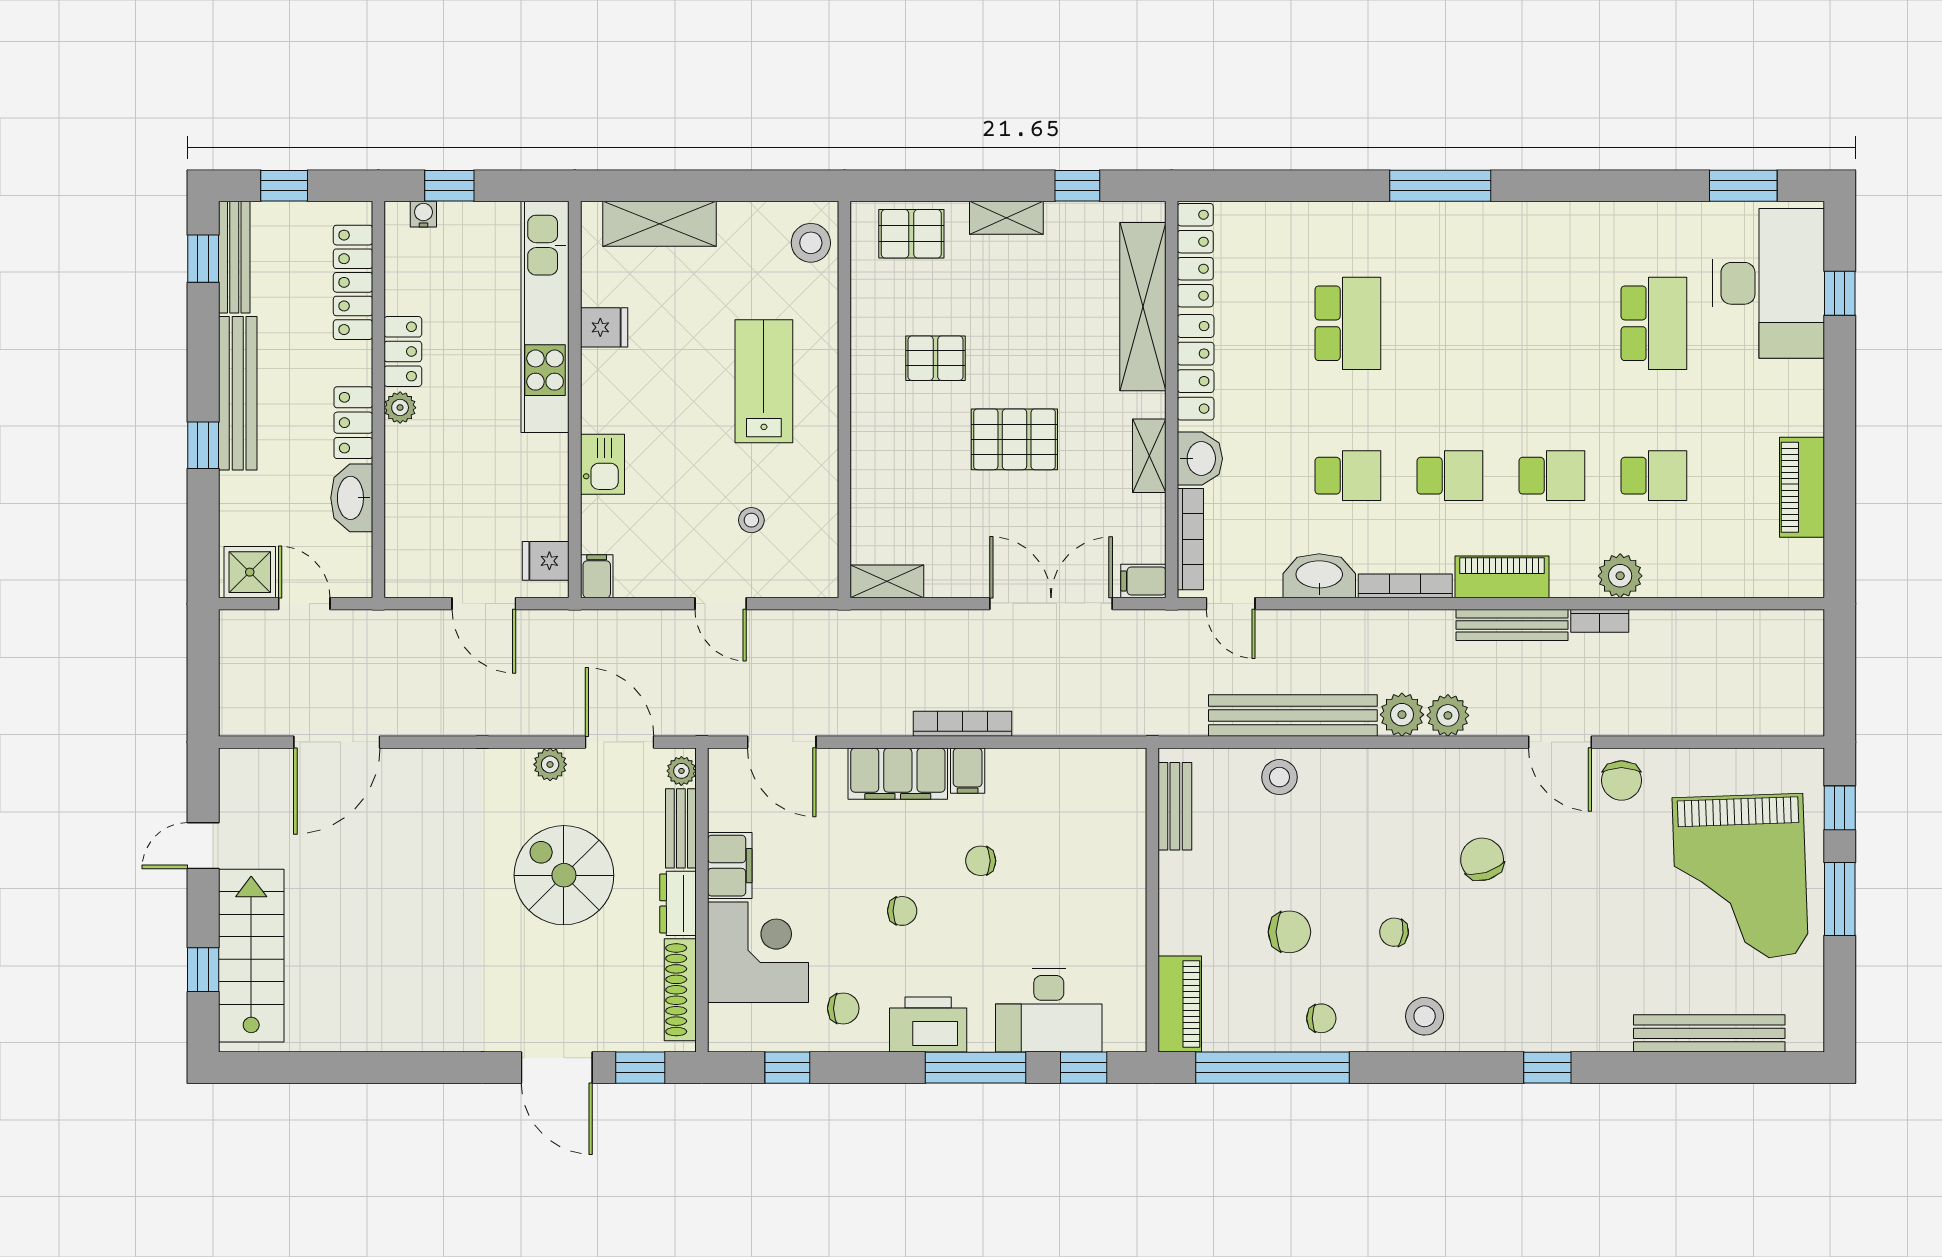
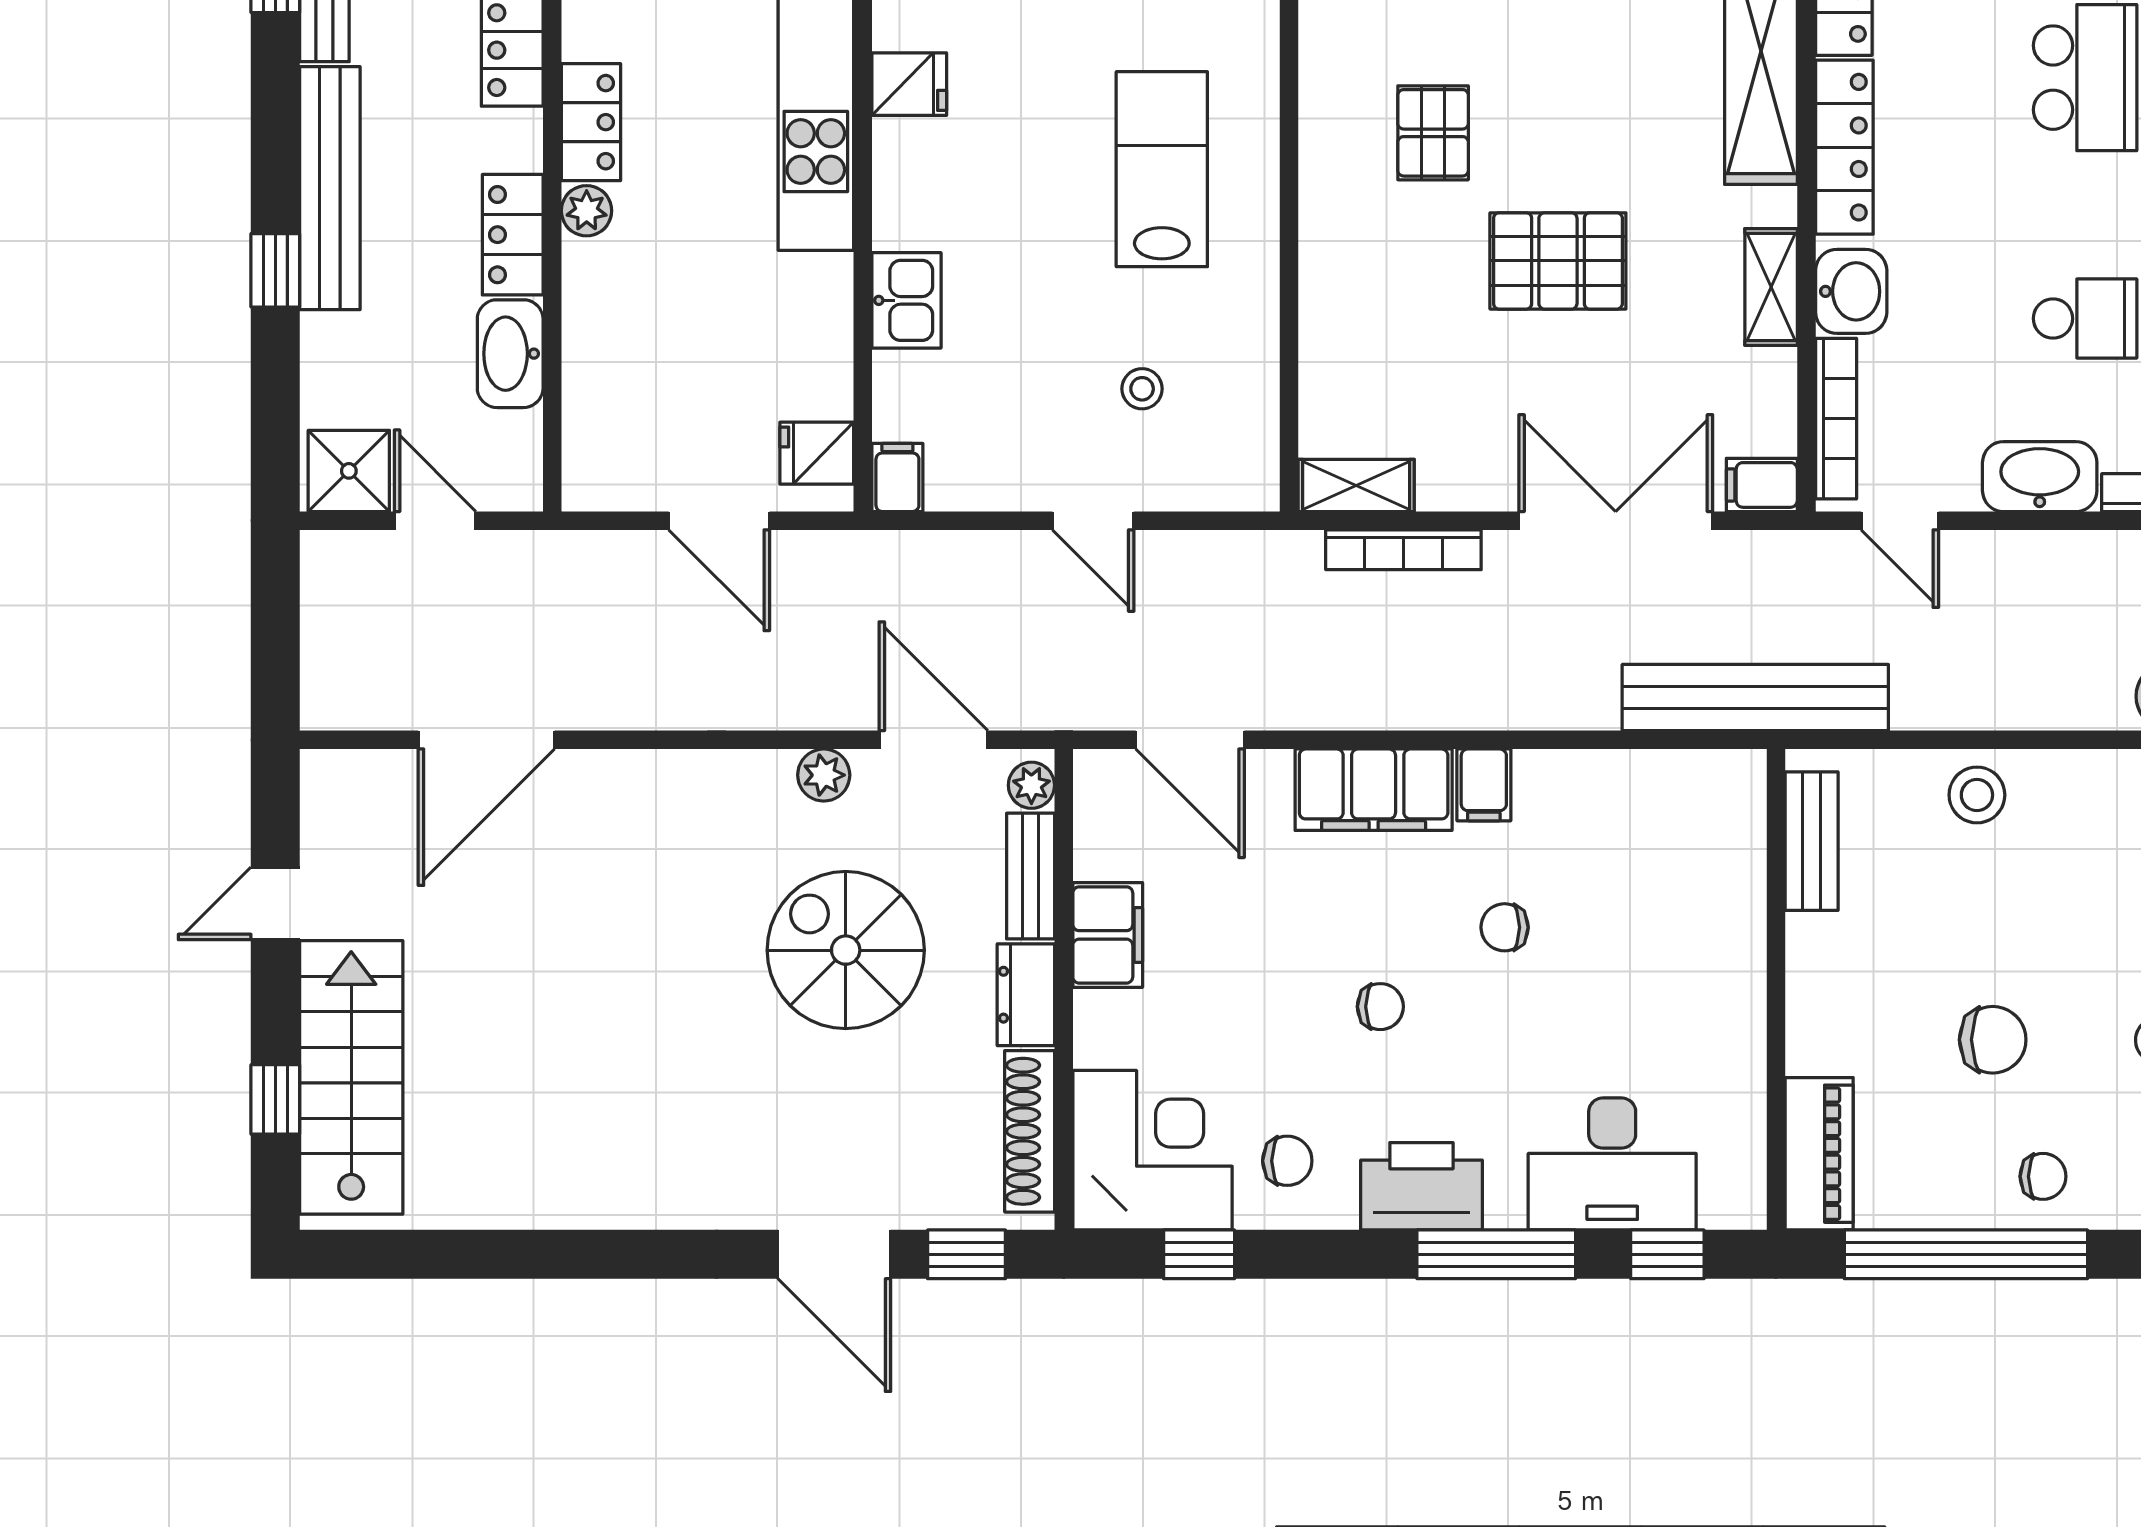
pallet: (936, 358) -> (1433, 133), turned 90
bench: (1293, 715) -> (1755, 698), moved
bookcase: (962, 724) -> (1403, 550), moved, turned 180
corner desk: (758, 952) -> (1153, 1150), moved

